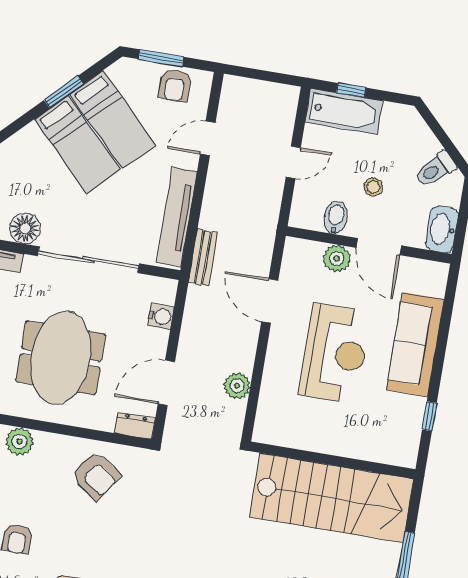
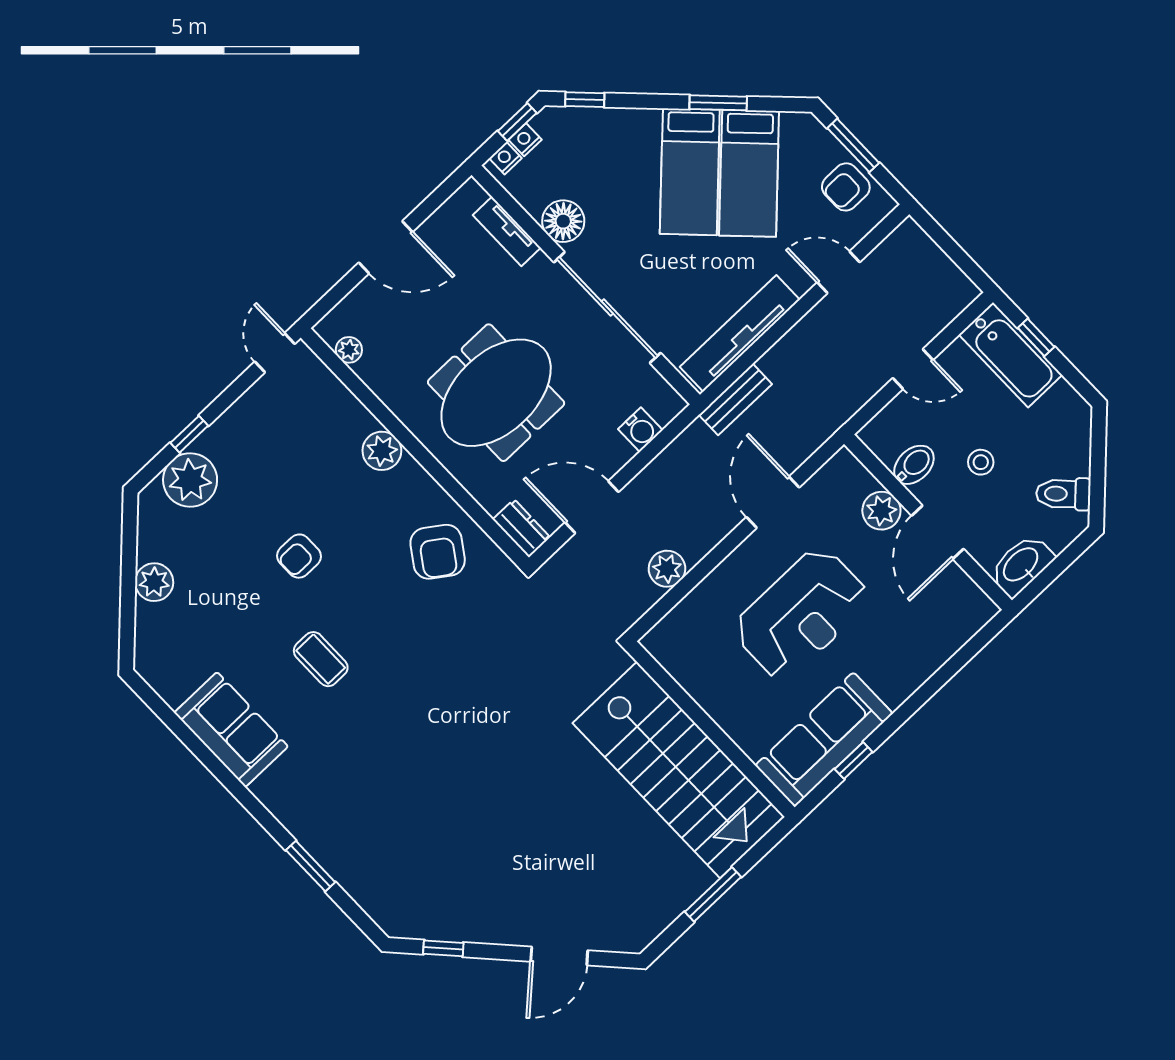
sofa: (415, 344) -> (824, 740), moved

